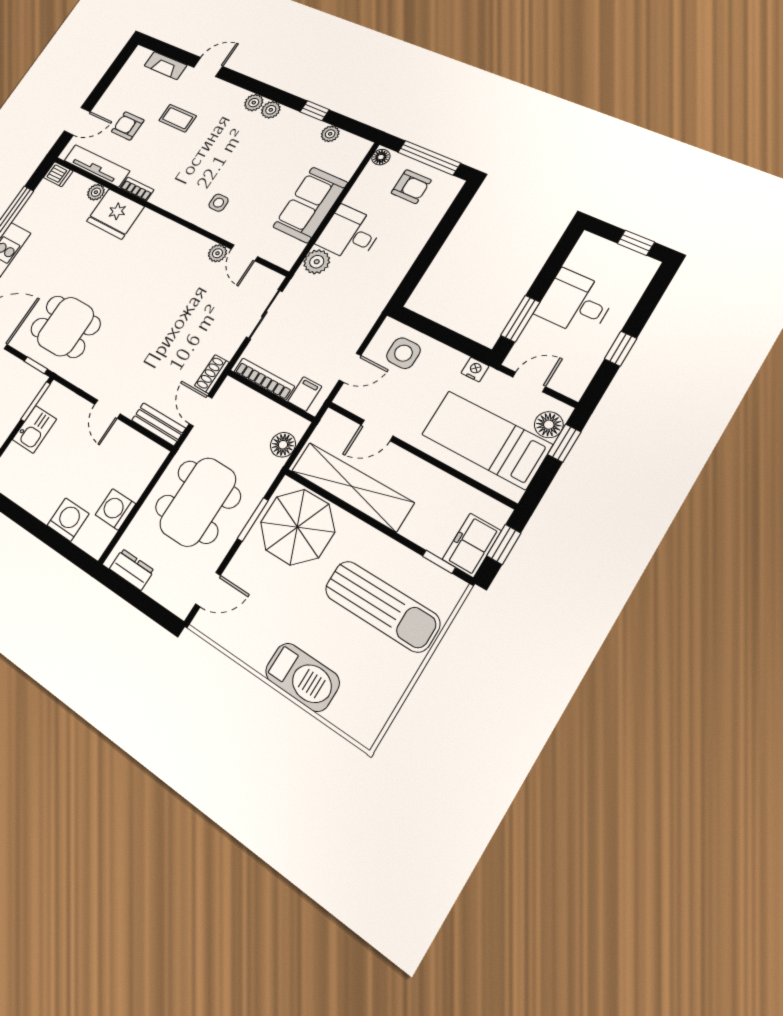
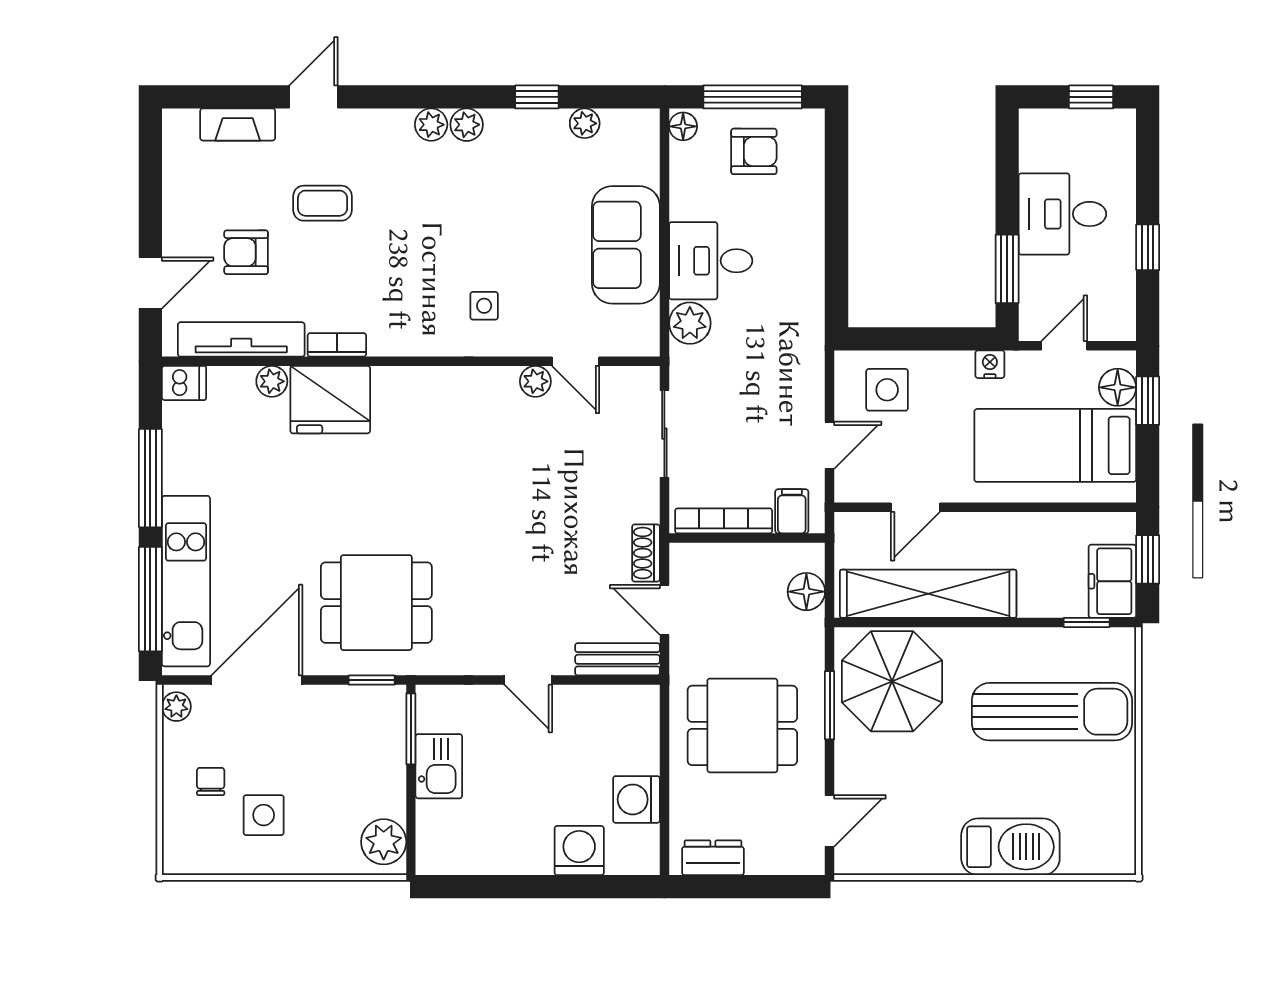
dining table: (198, 502) -> (742, 725), width x0.73

